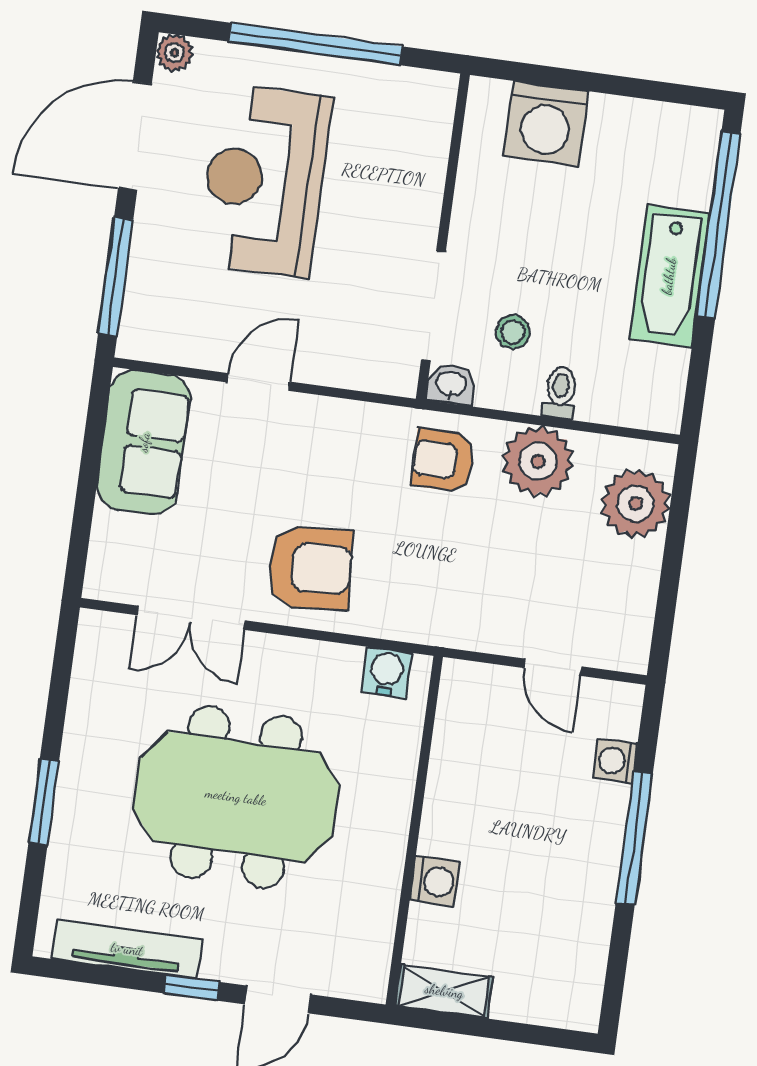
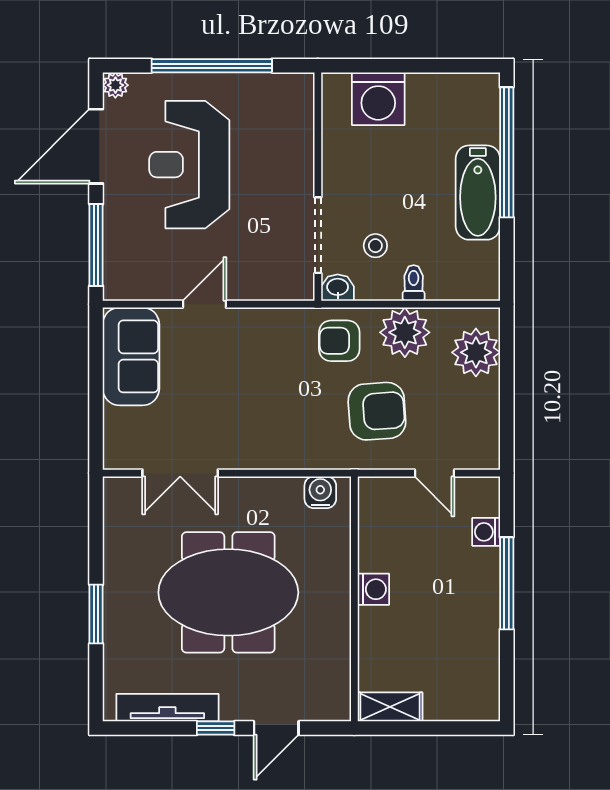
armchair: (310, 568) -> (377, 411), moved
washing machine: (435, 881) -> (373, 589), moved

